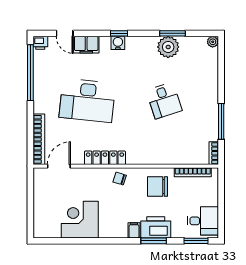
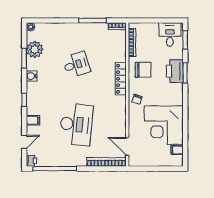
water cooler: (118, 43) -> (32, 76), moved
filing cabinet: (86, 45) -> (33, 120), width x0.50
plant: (168, 47) -> (35, 49), moved
locker: (105, 158) -> (121, 79), moved
chair: (158, 186) -> (143, 70), turned -90
corner desk: (80, 220) -> (164, 125), width x1.36, depth x1.36
filing cabinet: (134, 230) -> (177, 150), moved

